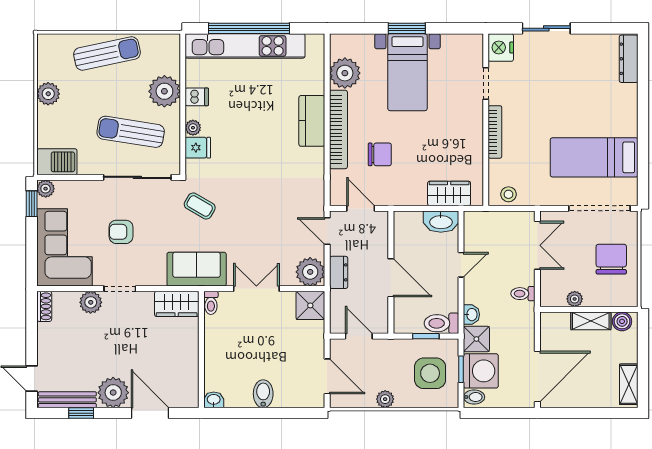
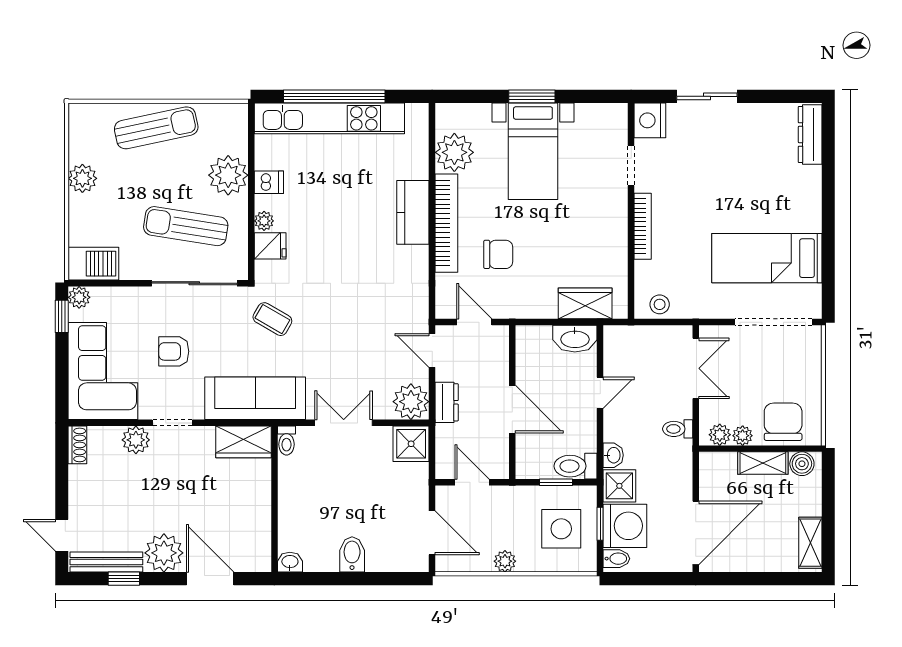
chair: (611, 259) -> (783, 422), moved
sofa: (197, 269) -> (255, 398), width x1.36
plant: (556, 298) -> (720, 435), added

